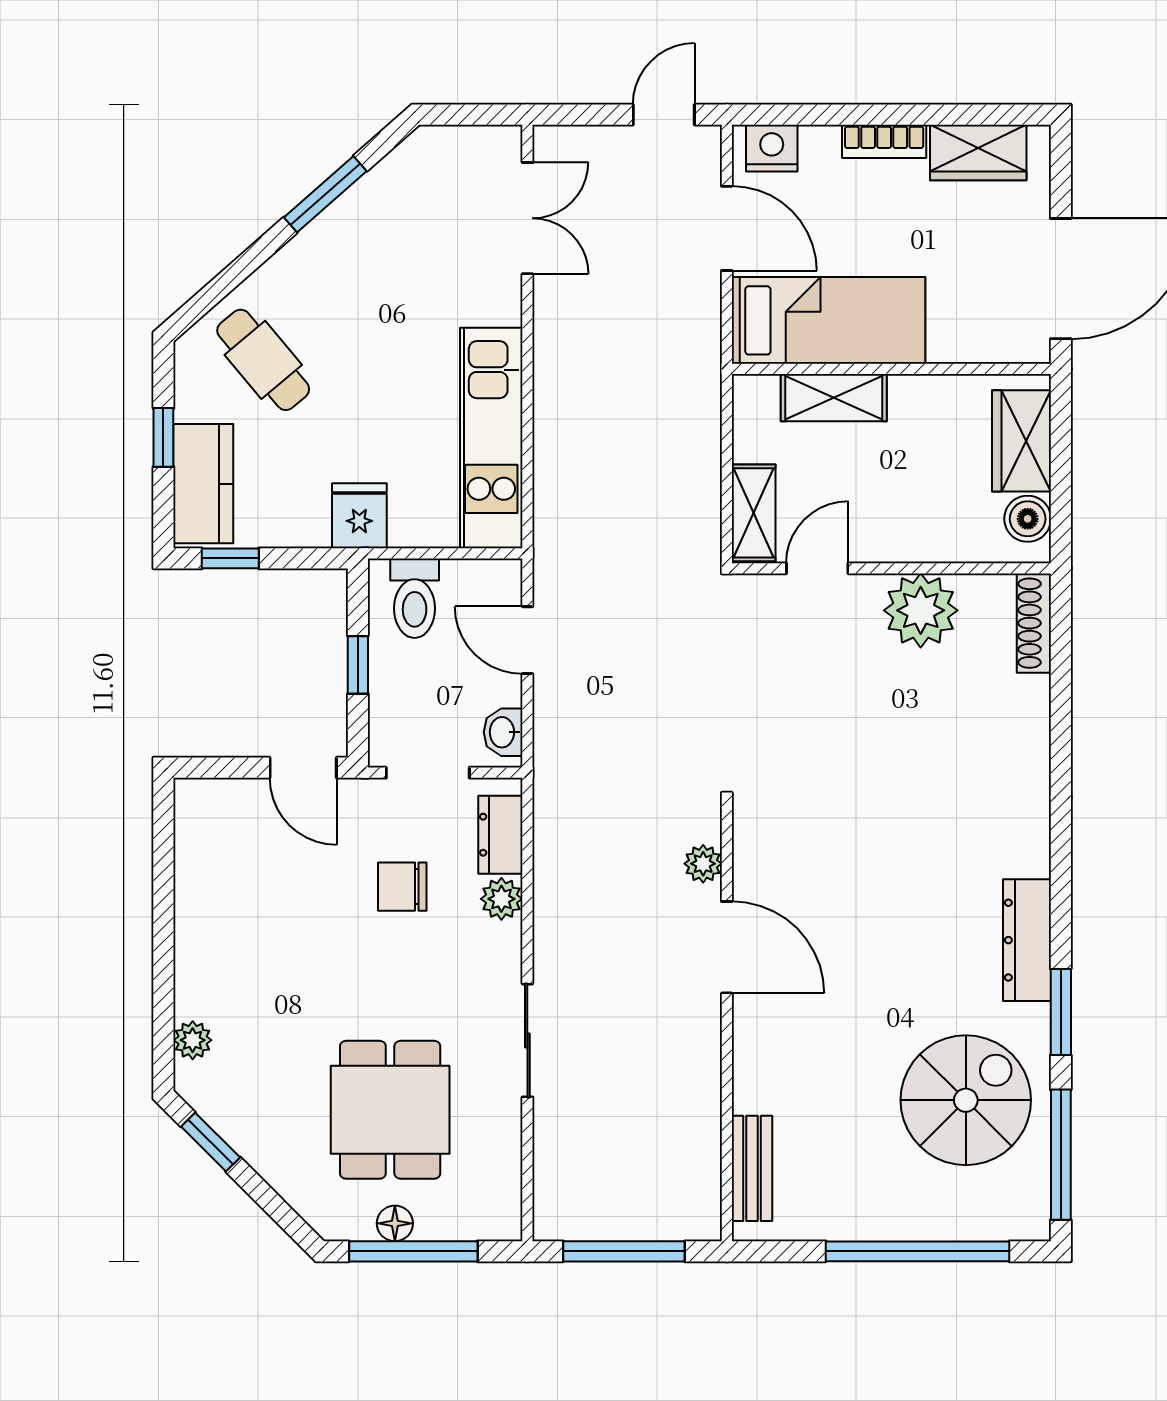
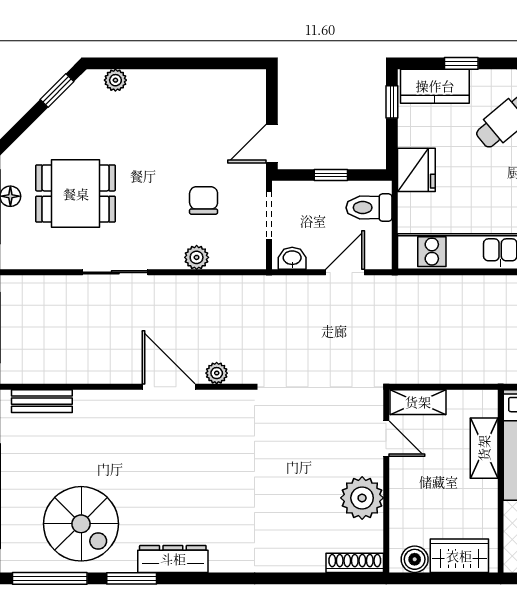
fridge: (359, 516) -> (416, 170), width x1.38
dresser: (500, 835) -> (233, 257), removed
door: (727, 947) -> (169, 387), swing flipped

